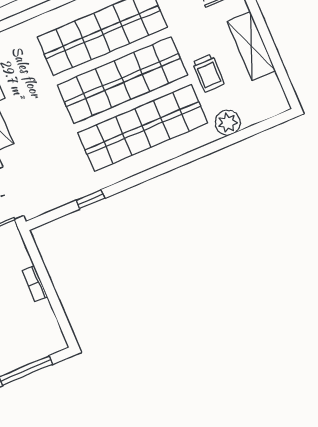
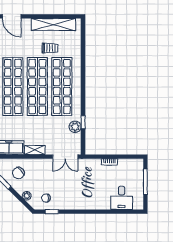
shelving: (251, 46) -> (53, 24), width x1.47
plant: (228, 123) -> (75, 127), moved

